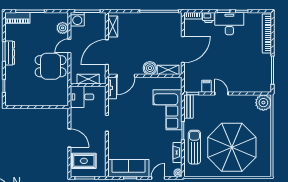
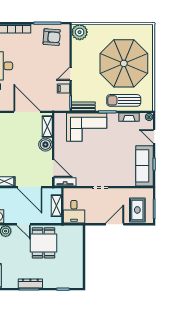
armchair: (258, 74) -> (52, 37), added

